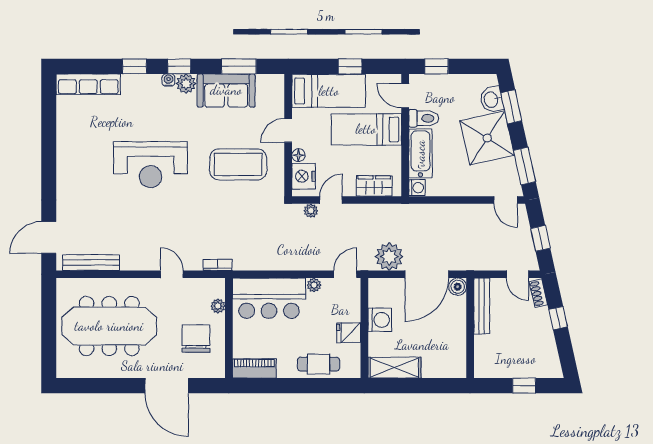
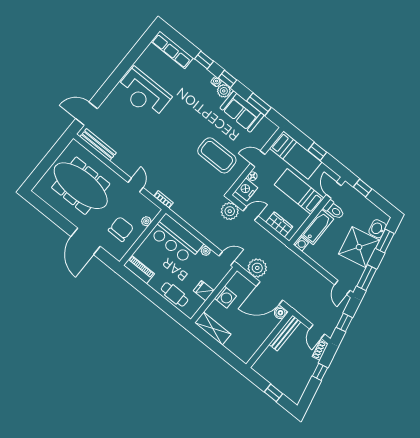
reception desk: (150, 165) -> (144, 93), moved
plant: (311, 211) -> (230, 211), width x1.87, depth x1.87

